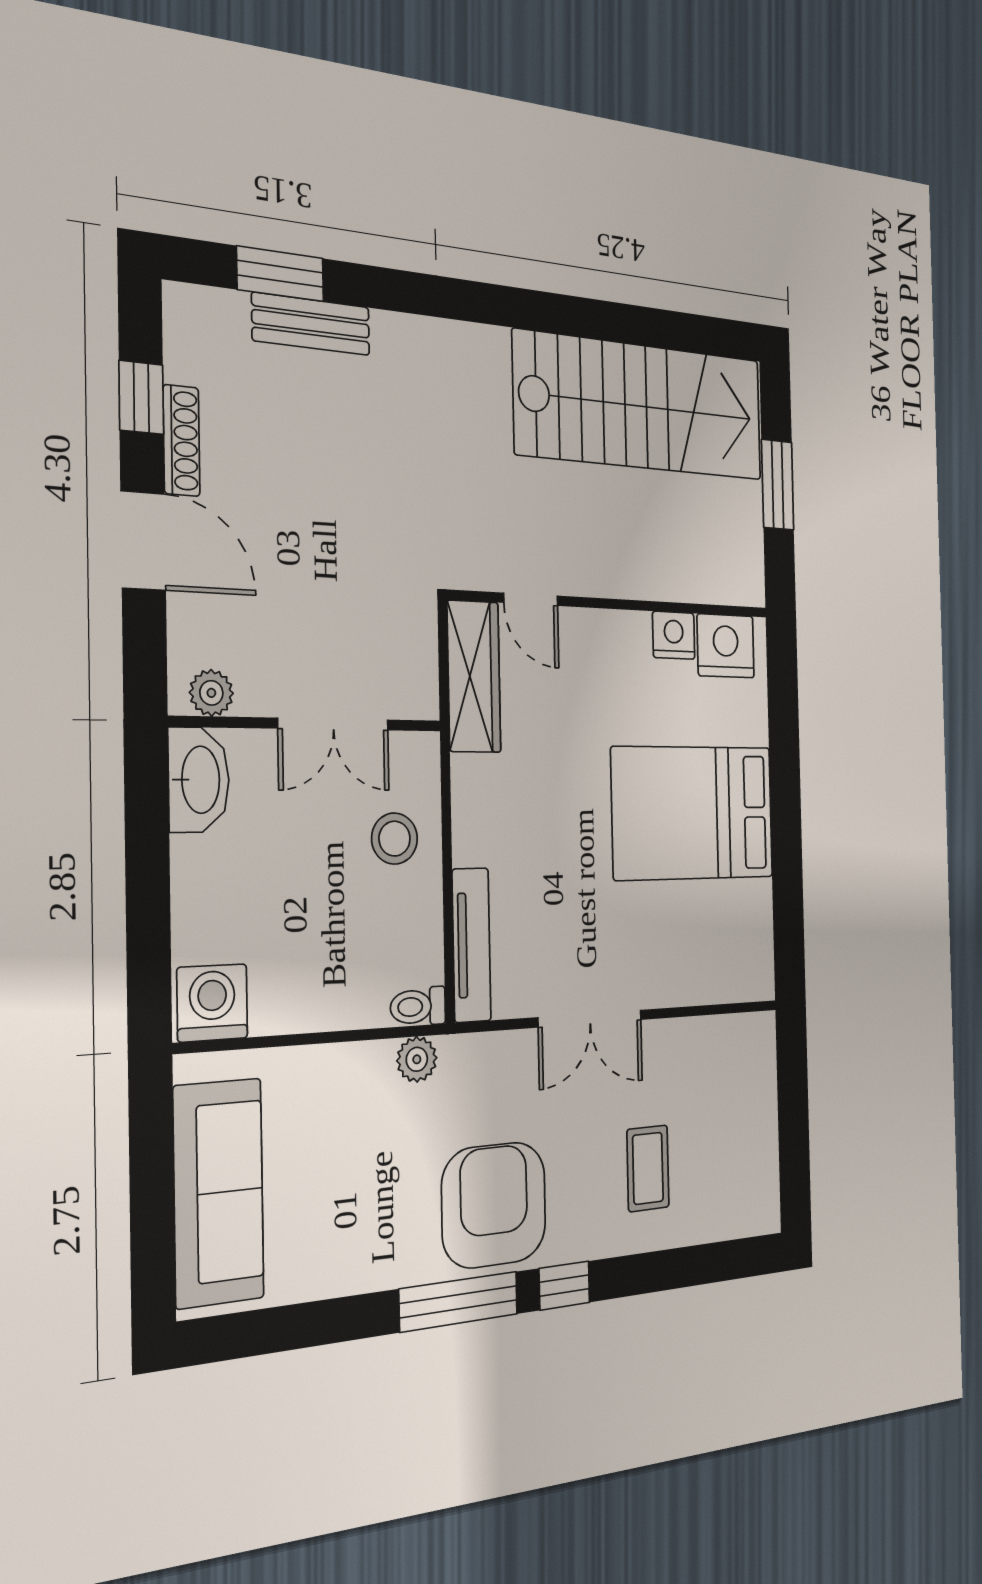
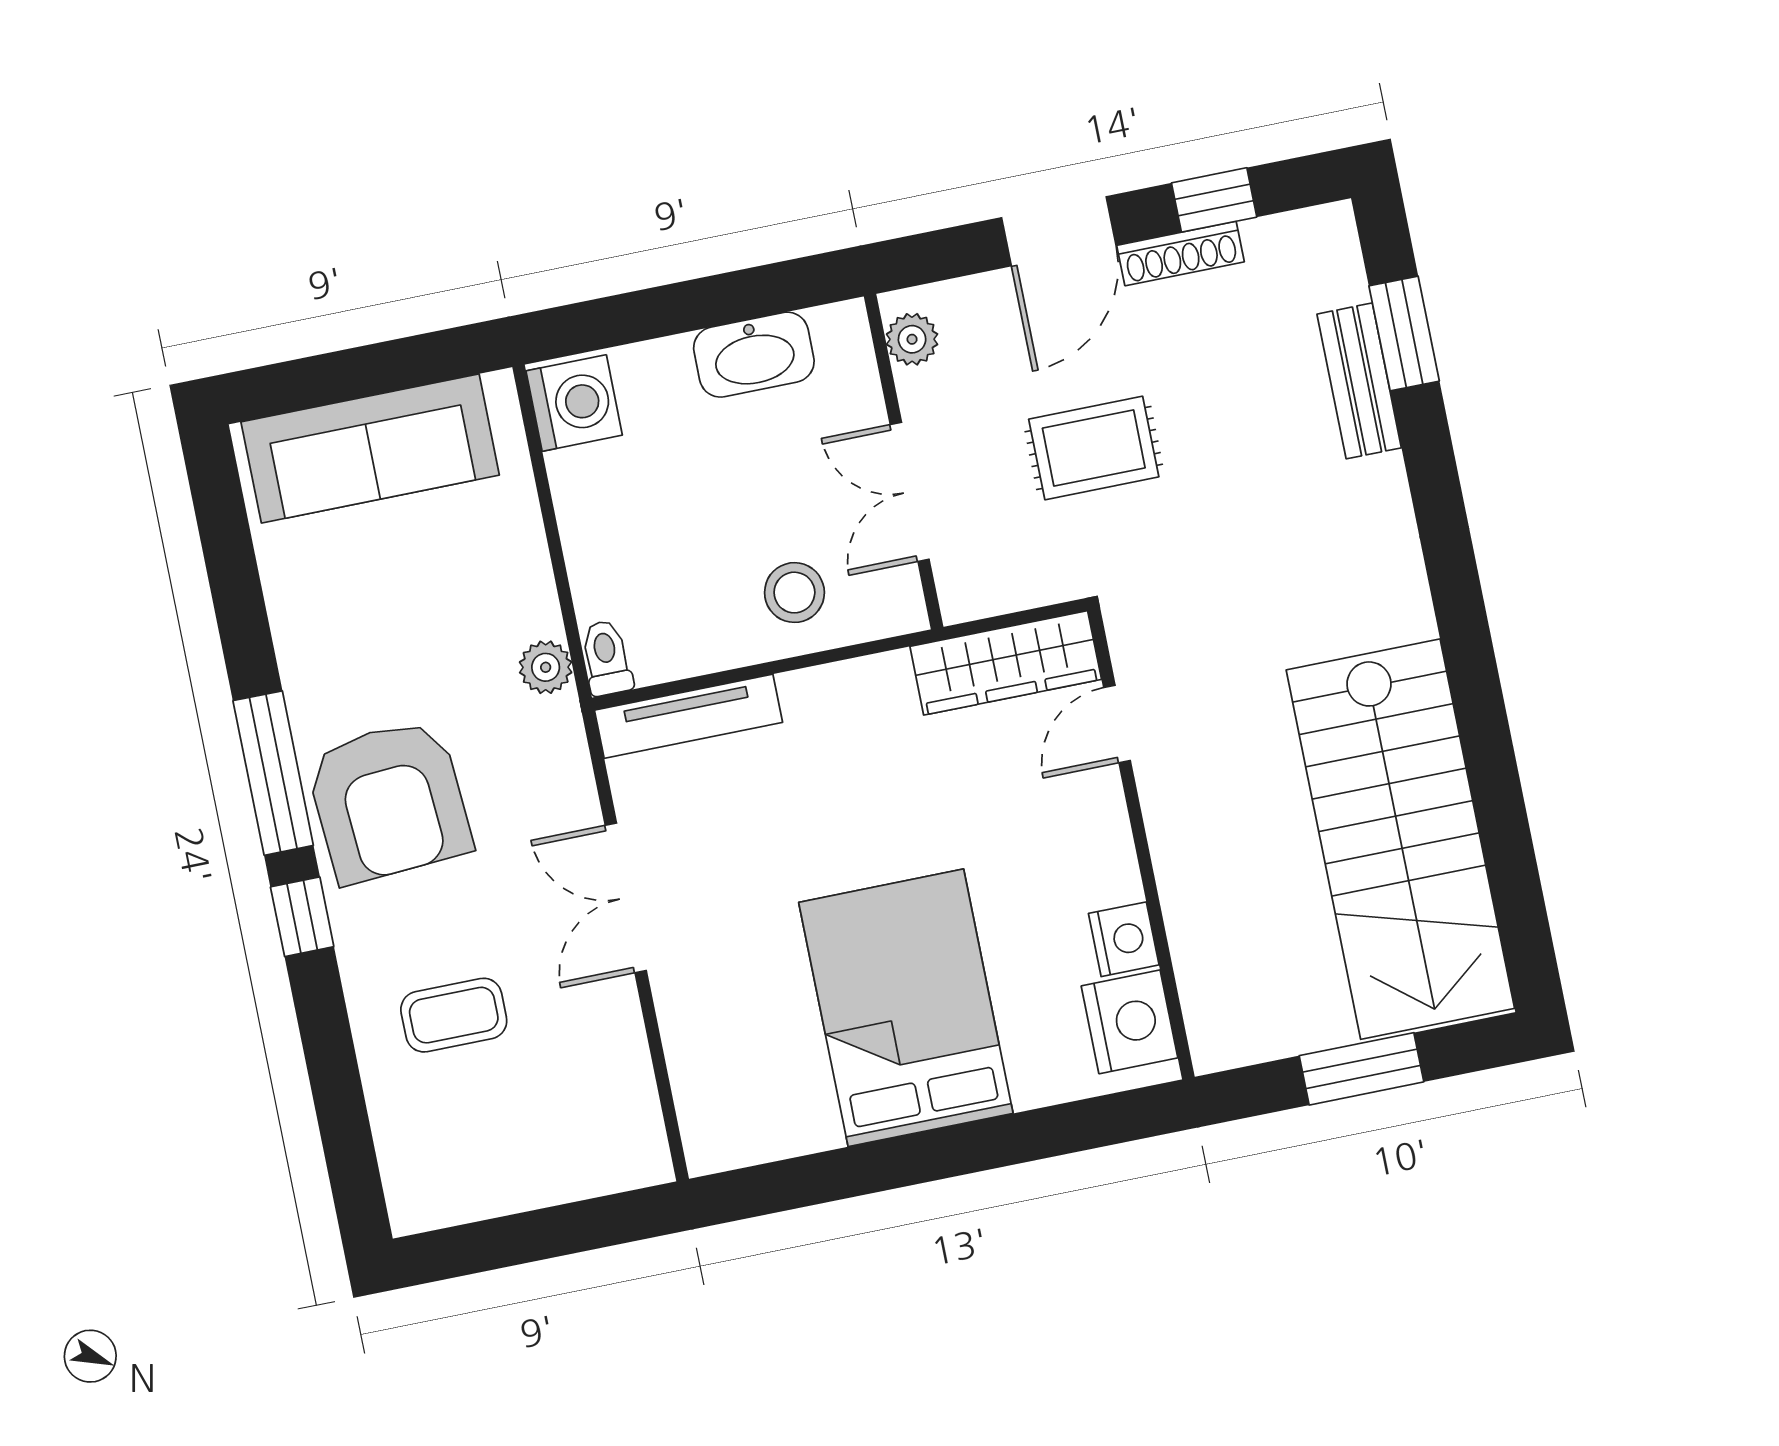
rug: (326, 560) -> (1094, 448), added
washbasin: (199, 780) -> (754, 355), moved
armchair: (494, 1205) -> (389, 801), turned 86

